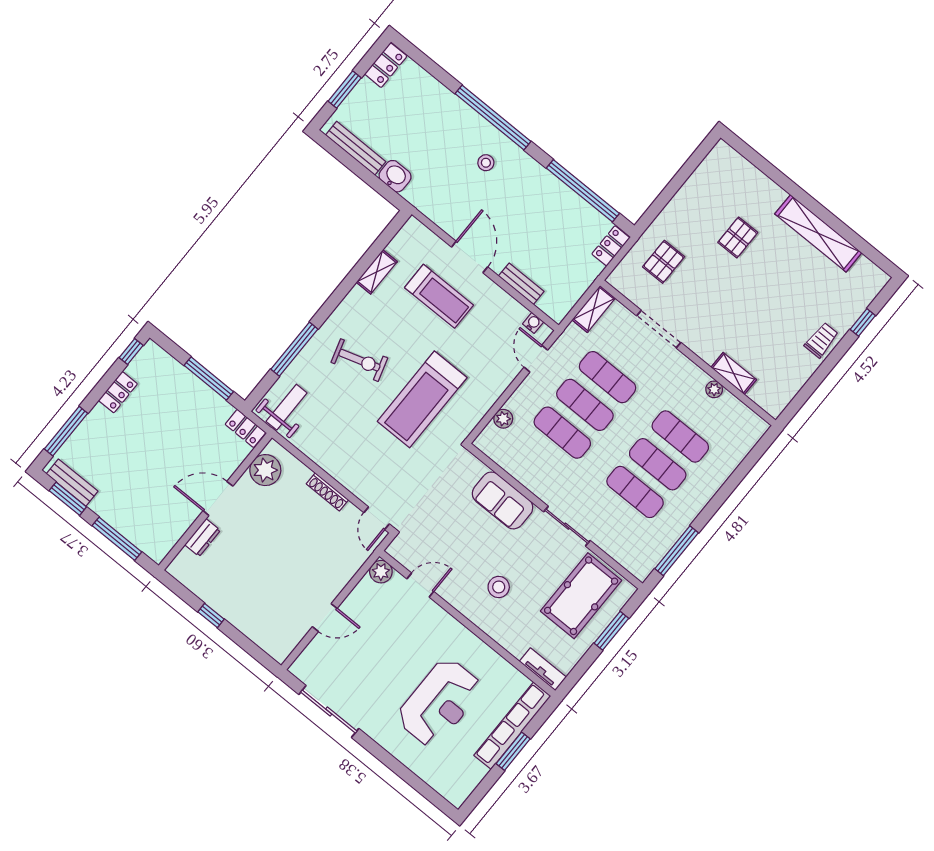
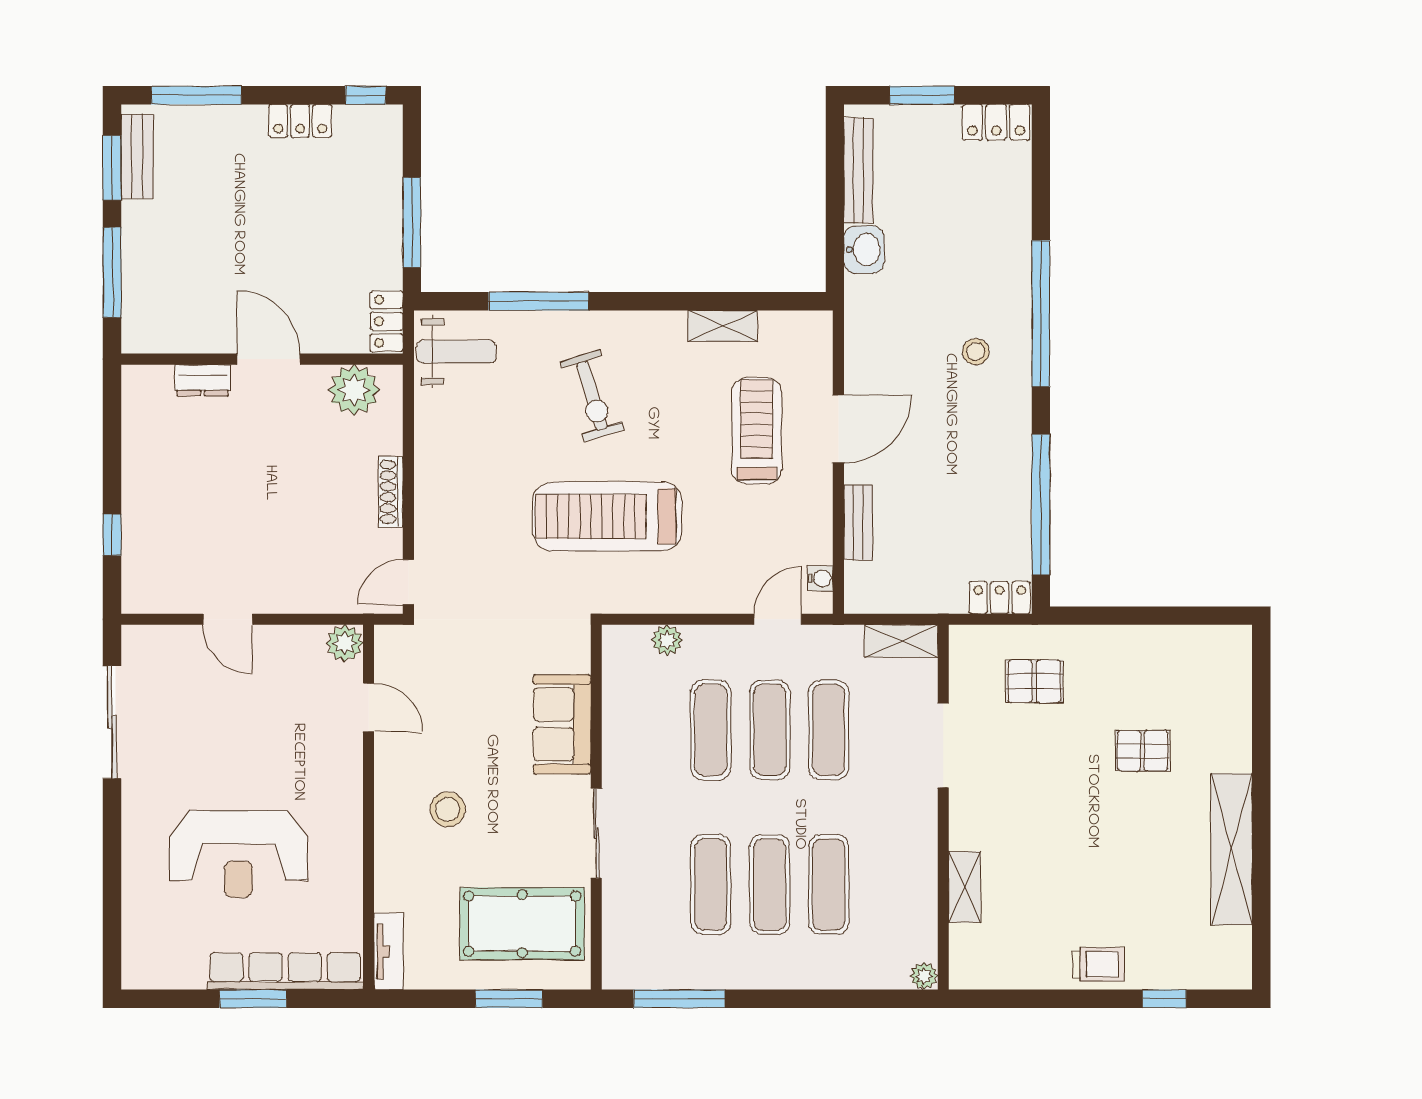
treadmill: (439, 296) -> (757, 431), turned 180
plant: (714, 389) -> (924, 976), moved
window: (211, 615) -> (112, 535), moved

